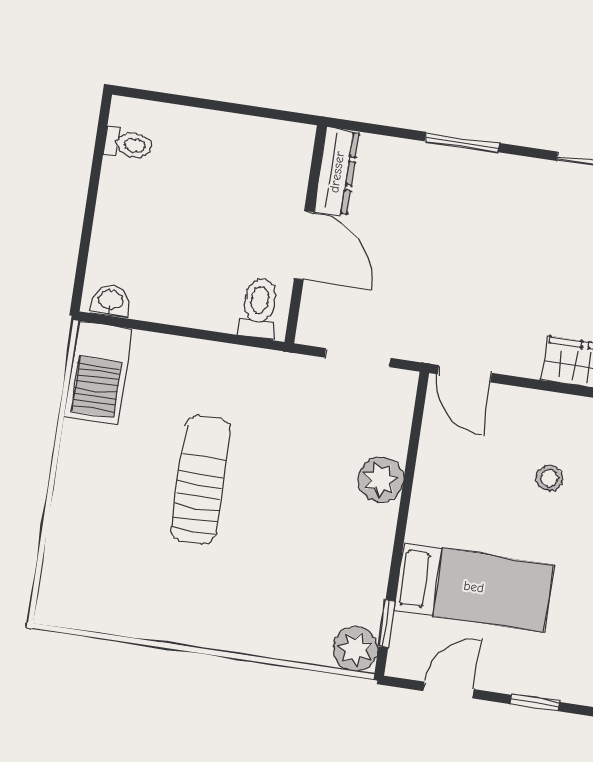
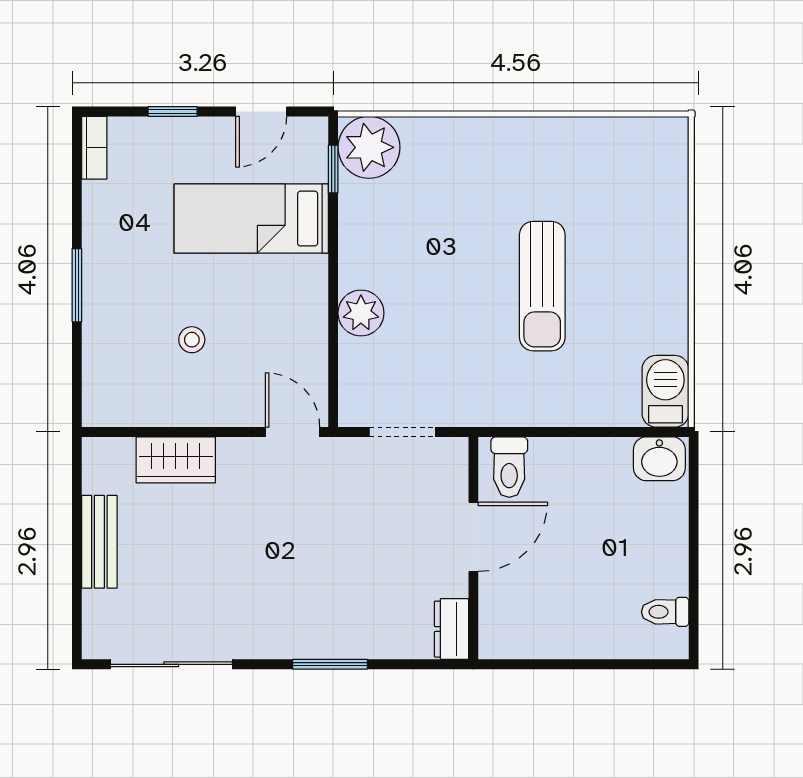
dresser: (337, 172) -> (451, 629), width x0.70
door: (304, 245) -> (473, 537), swing flipped
washbasin: (111, 301) -> (659, 459), width x1.38, depth x1.45
barbecue: (99, 373) -> (665, 391), width x0.73, depth x0.83
plant: (356, 649) -> (369, 147), width x1.36, depth x1.36

